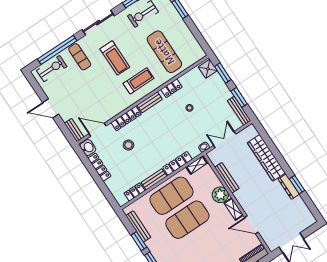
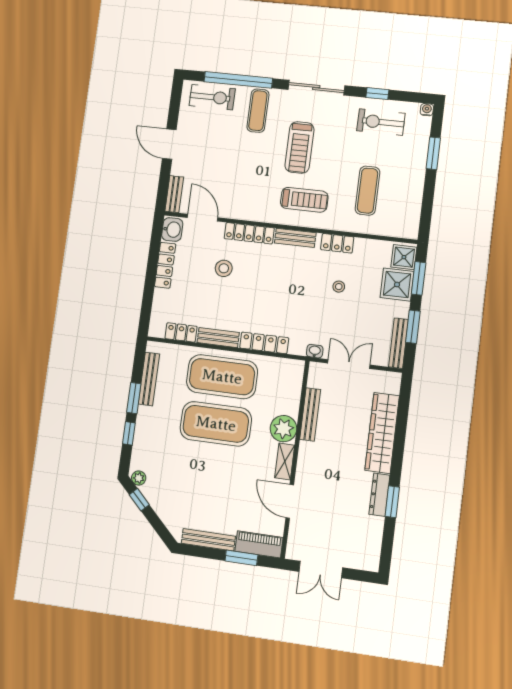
exercise mat: (164, 52) -> (368, 191), width x0.73, depth x0.69
shower: (215, 84) -> (397, 285), added
shelving: (197, 165) -> (286, 366), removed

